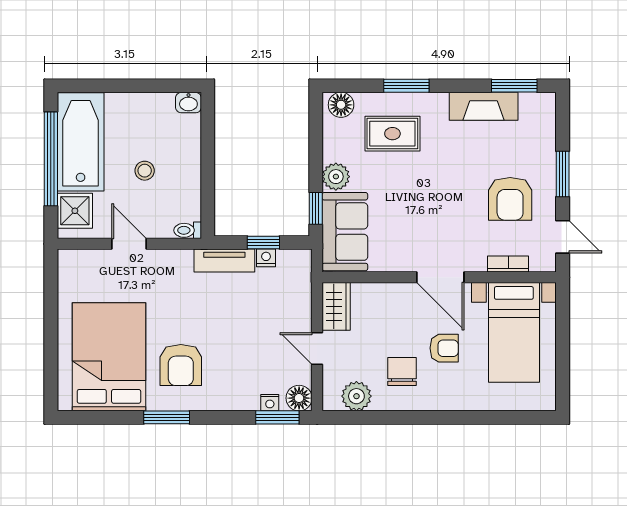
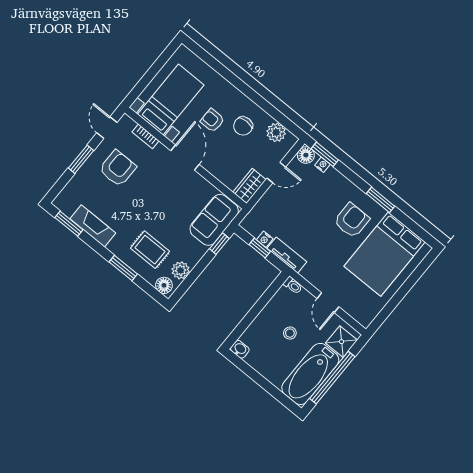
plant: (336, 177) -> (181, 270), moved
door: (317, 348) -> (276, 173), hinge flipped

